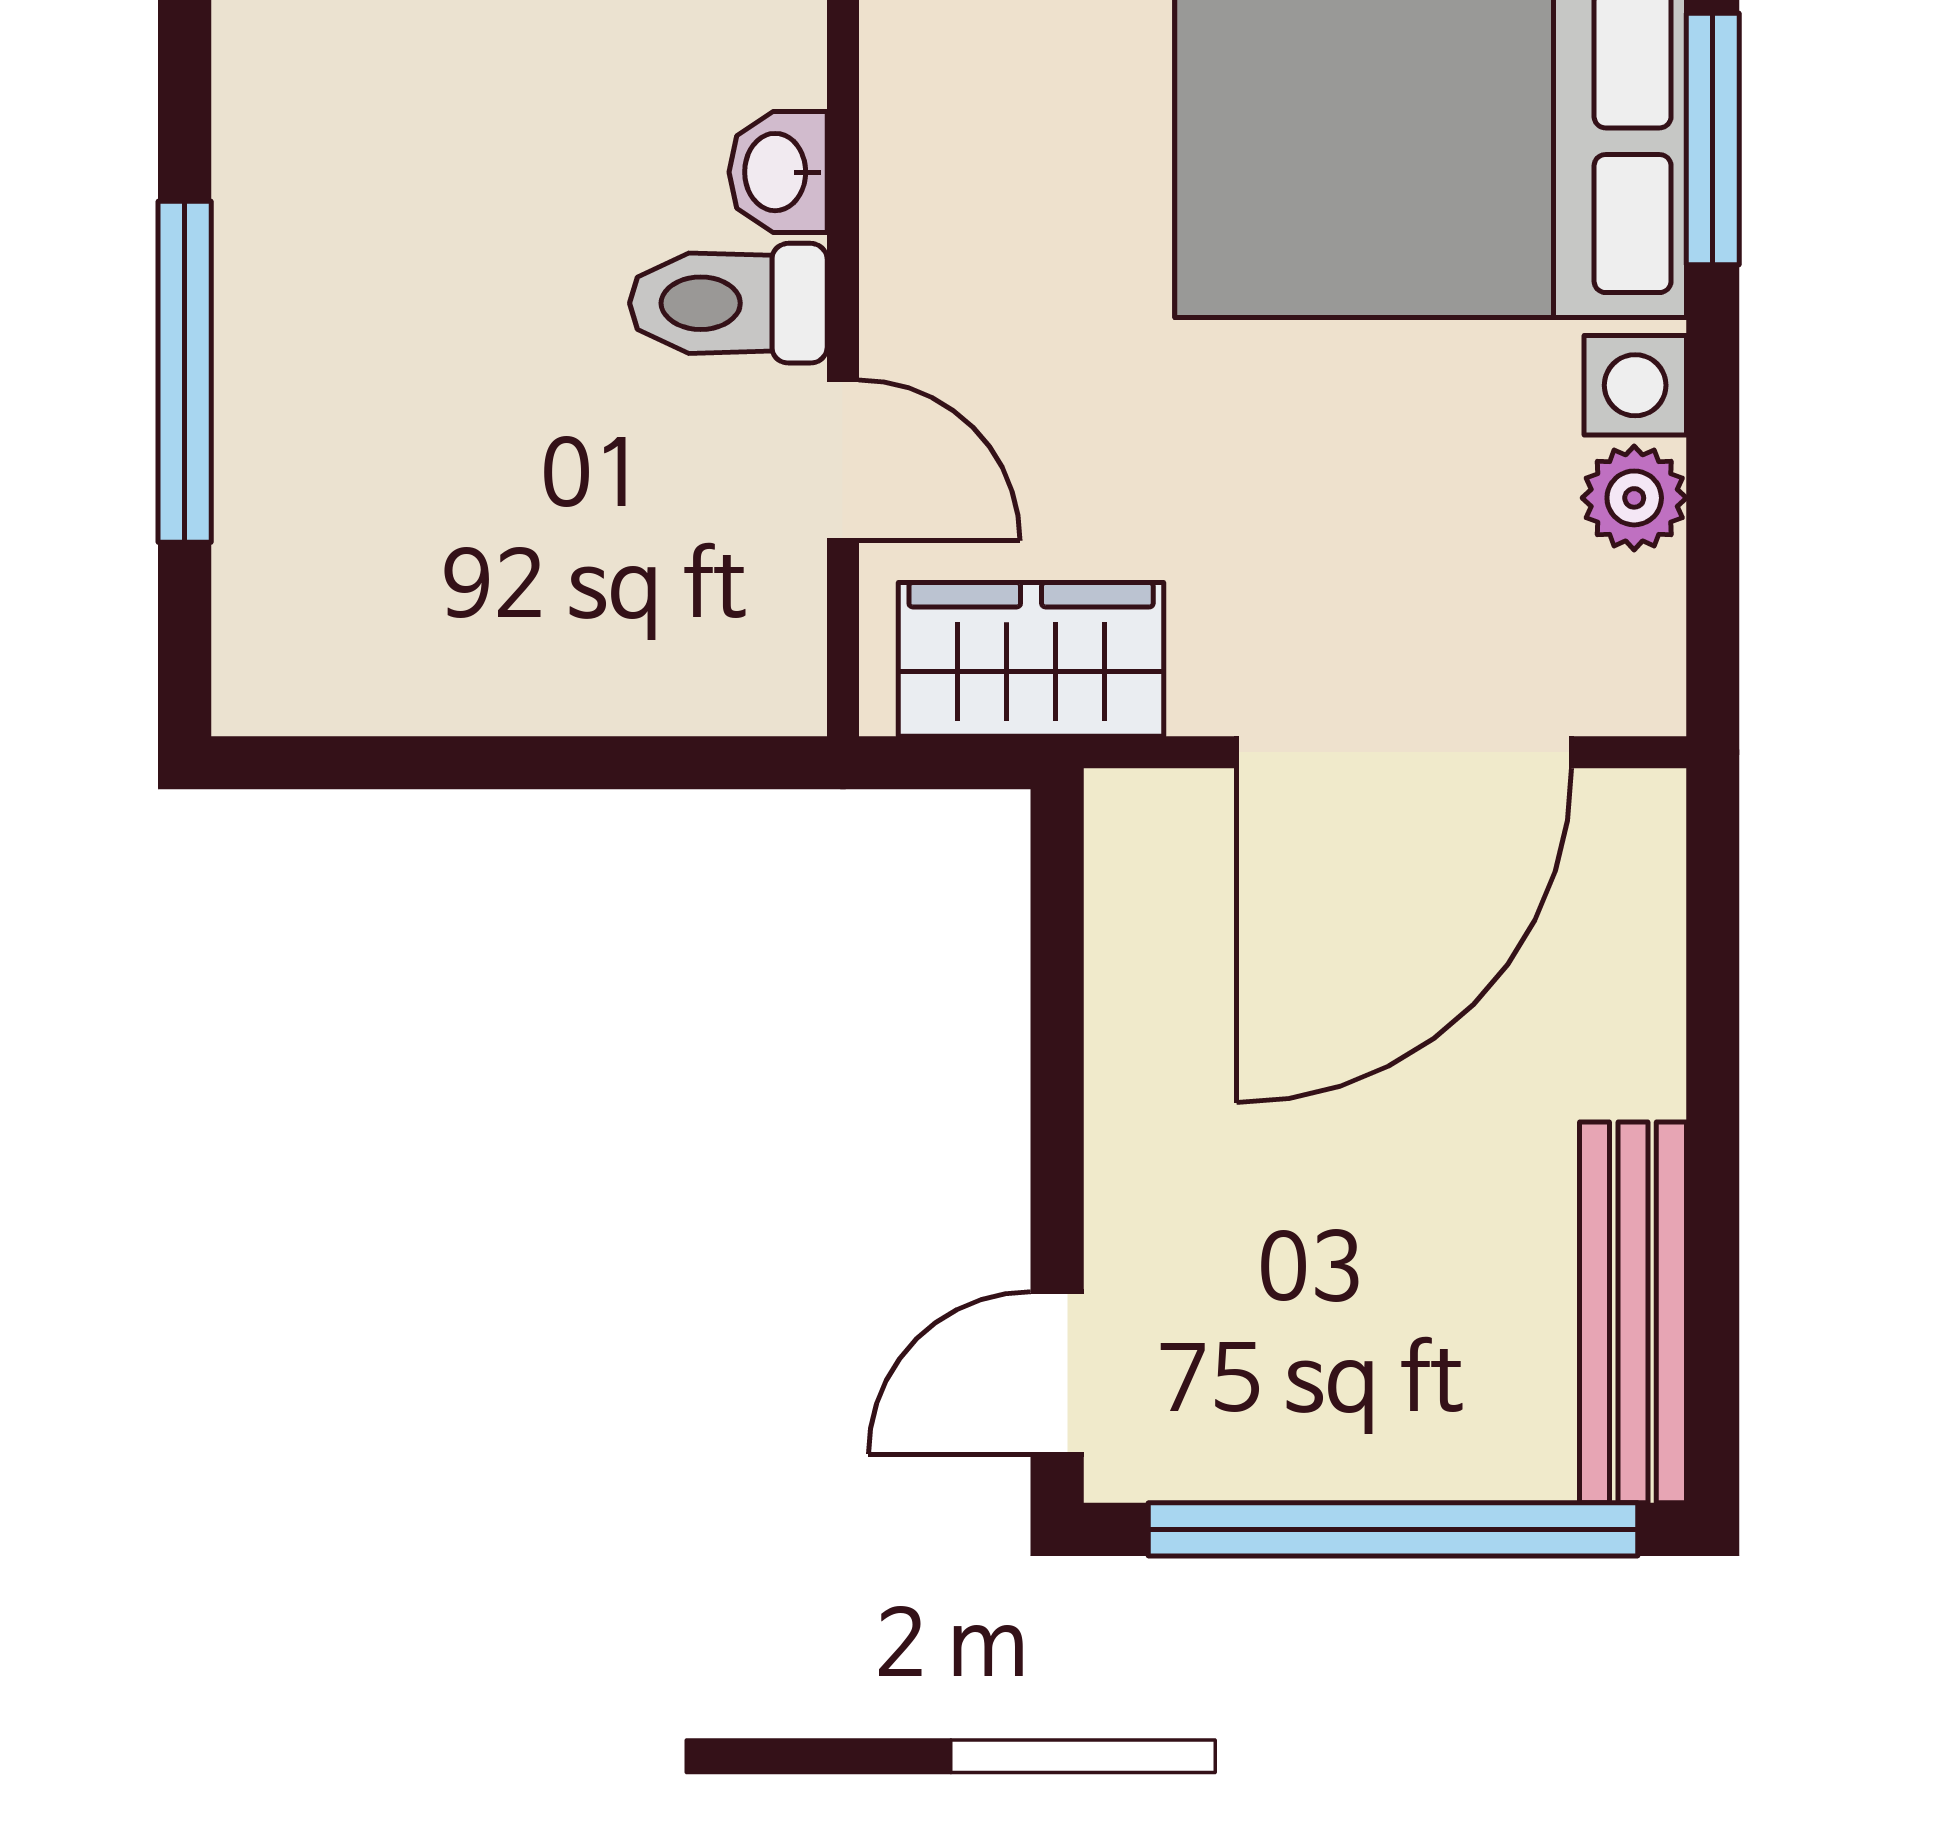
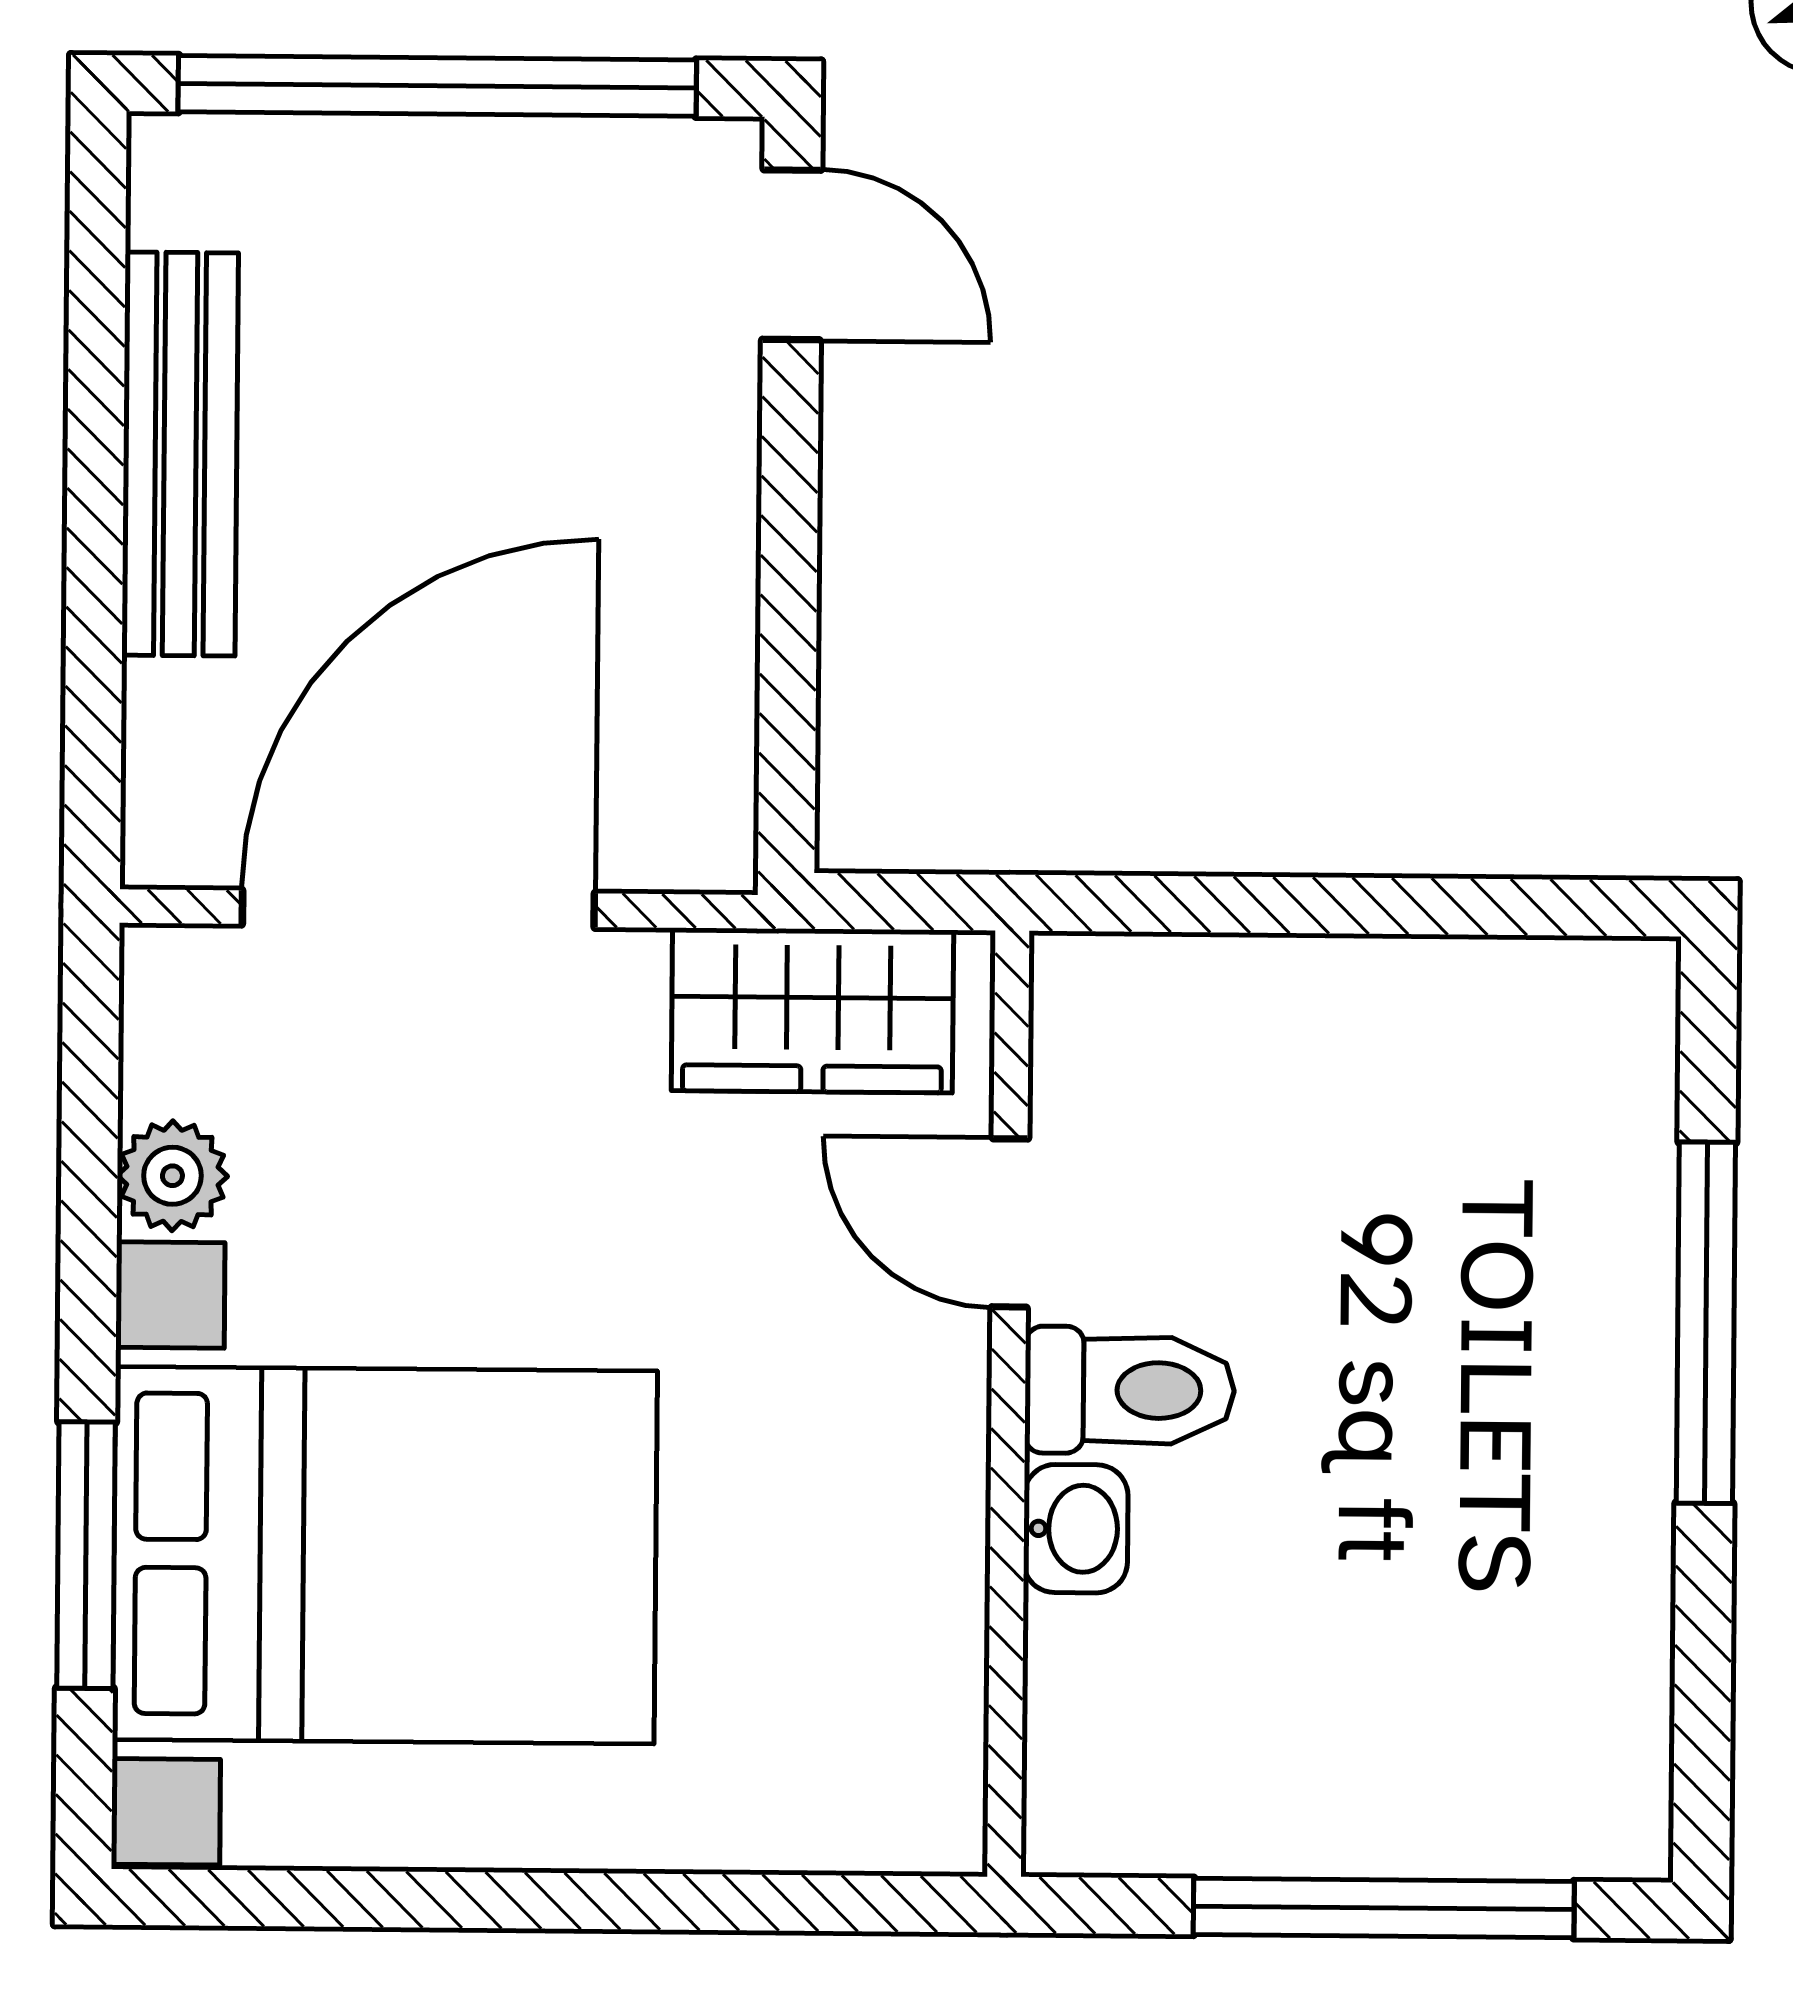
bench: (1633, 1312) -> (180, 454), moved
door: (1057, 1373) -> (792, 255), hinge flipped

